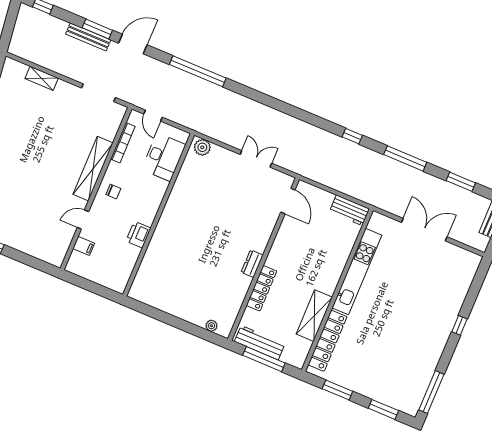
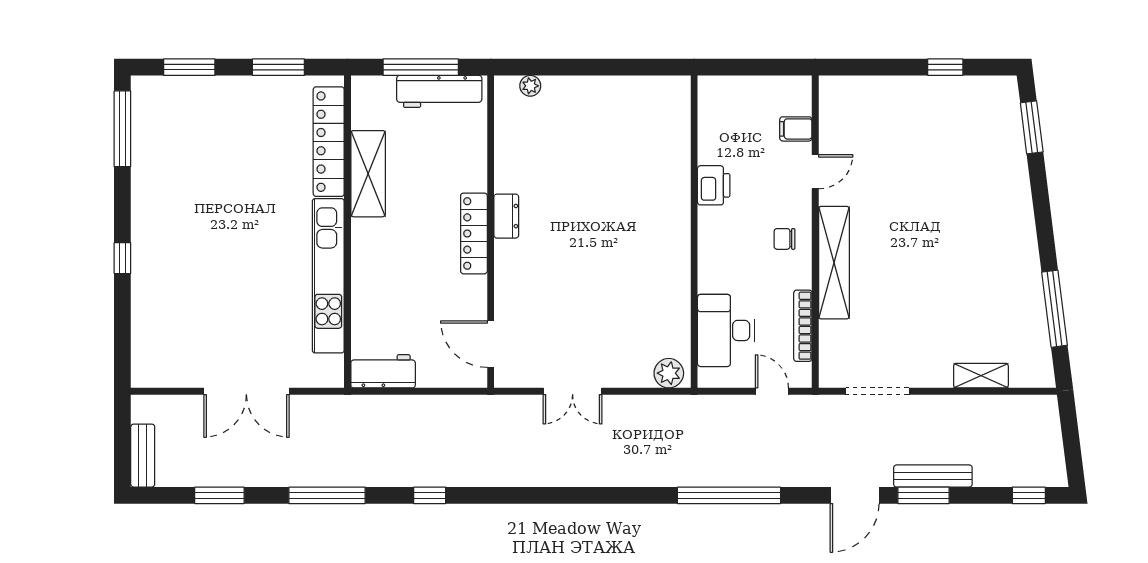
locker: (261, 288) -> (474, 233), moved

